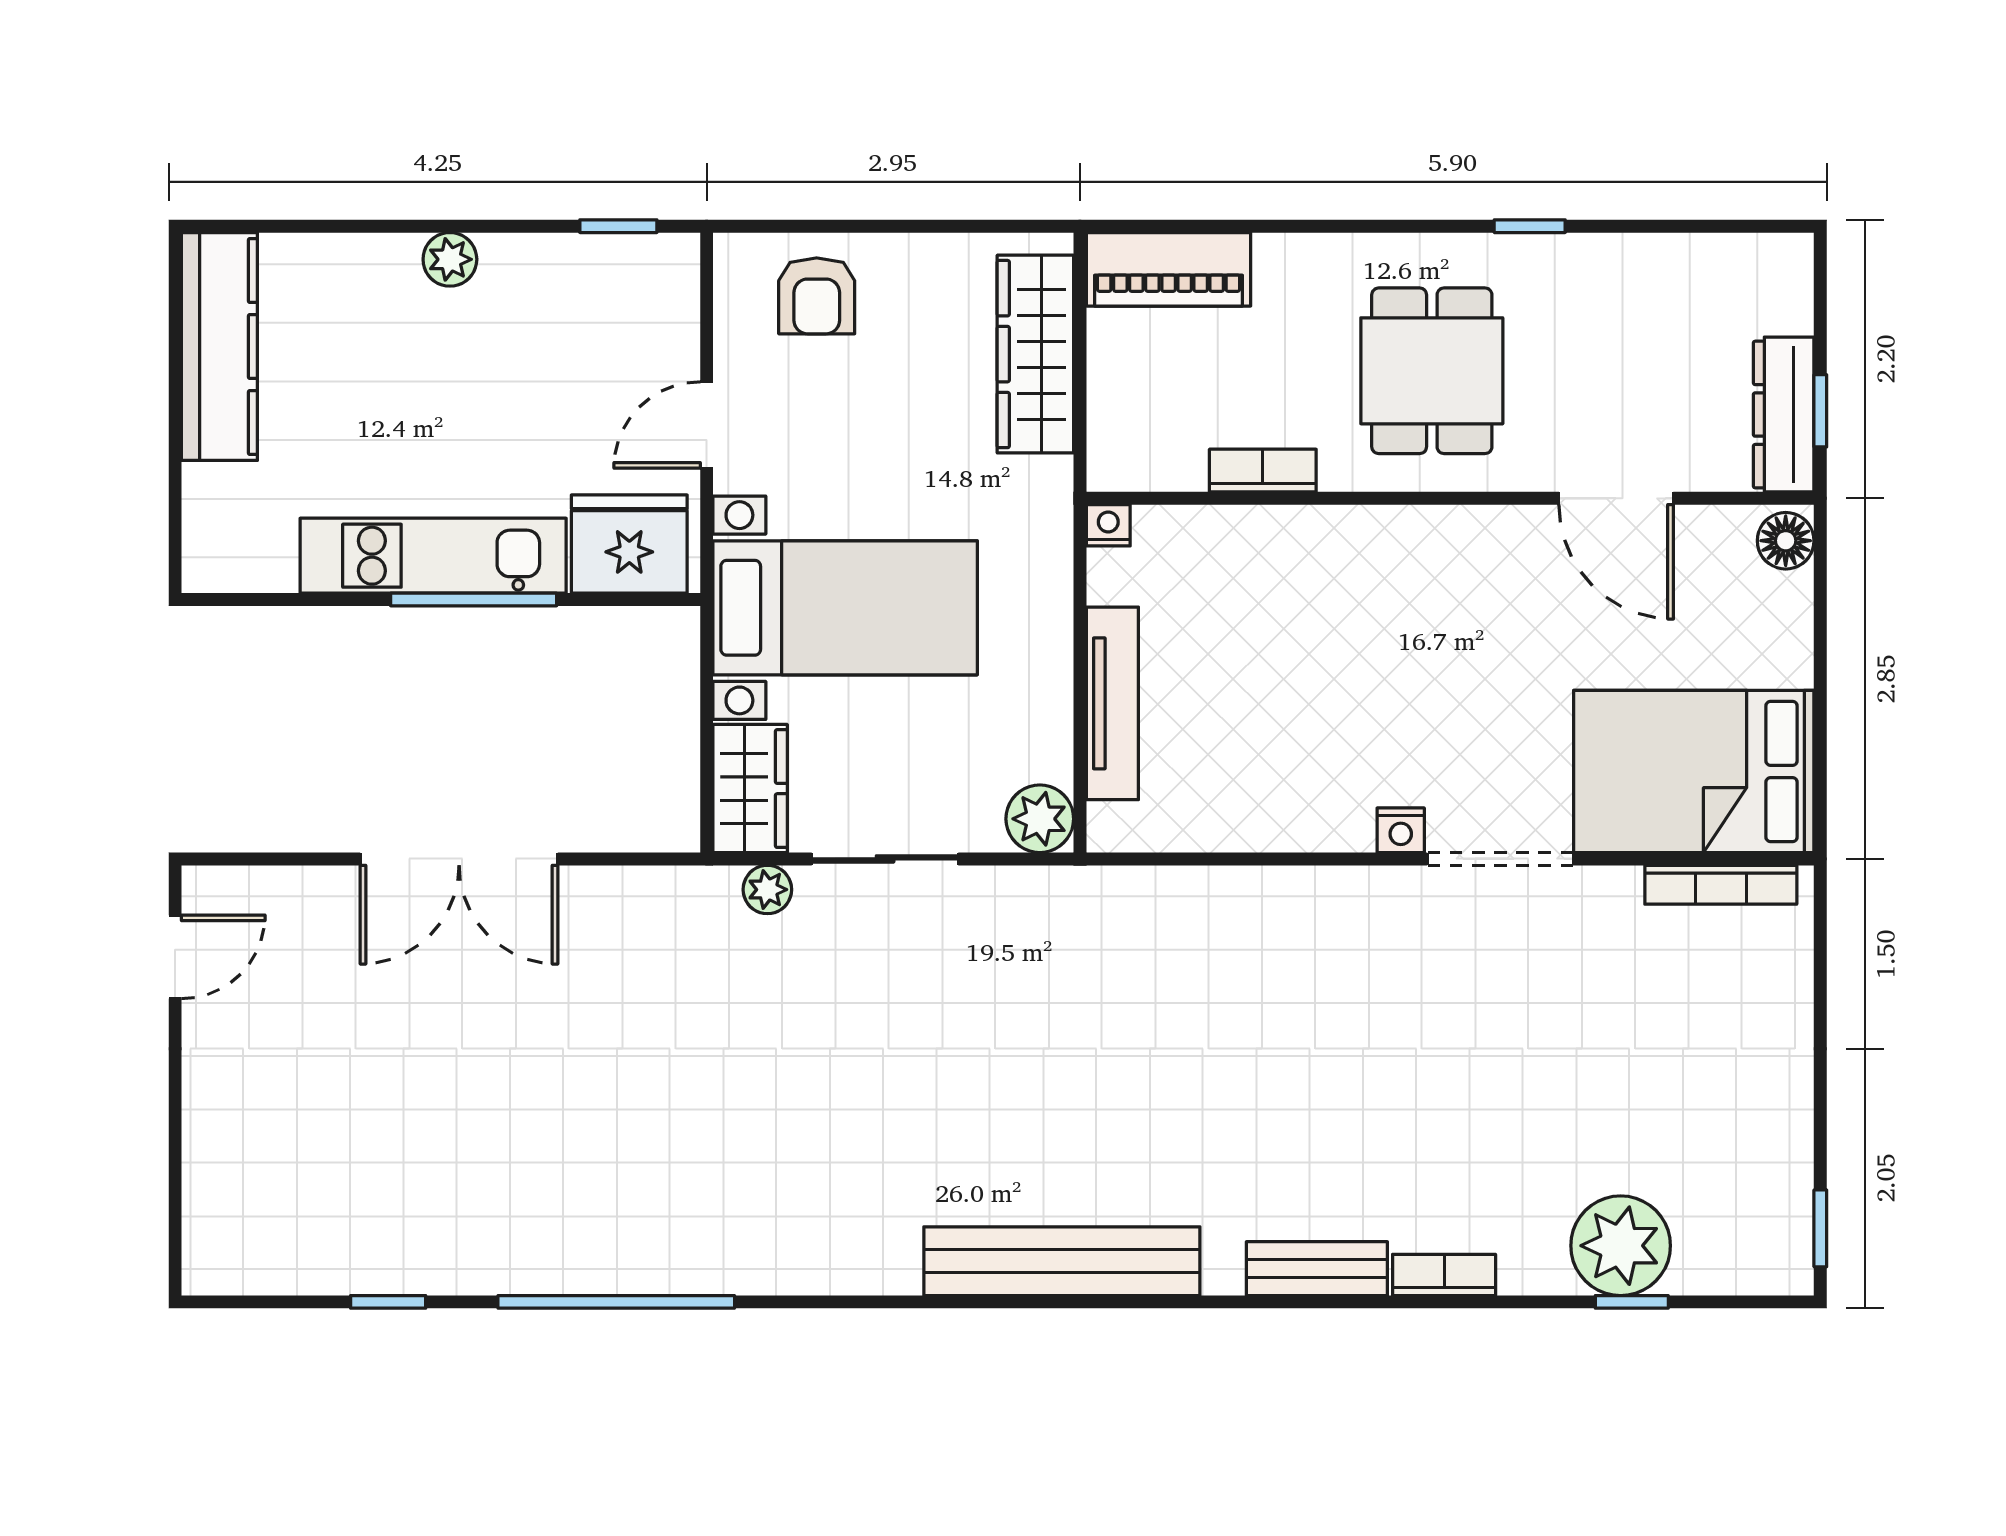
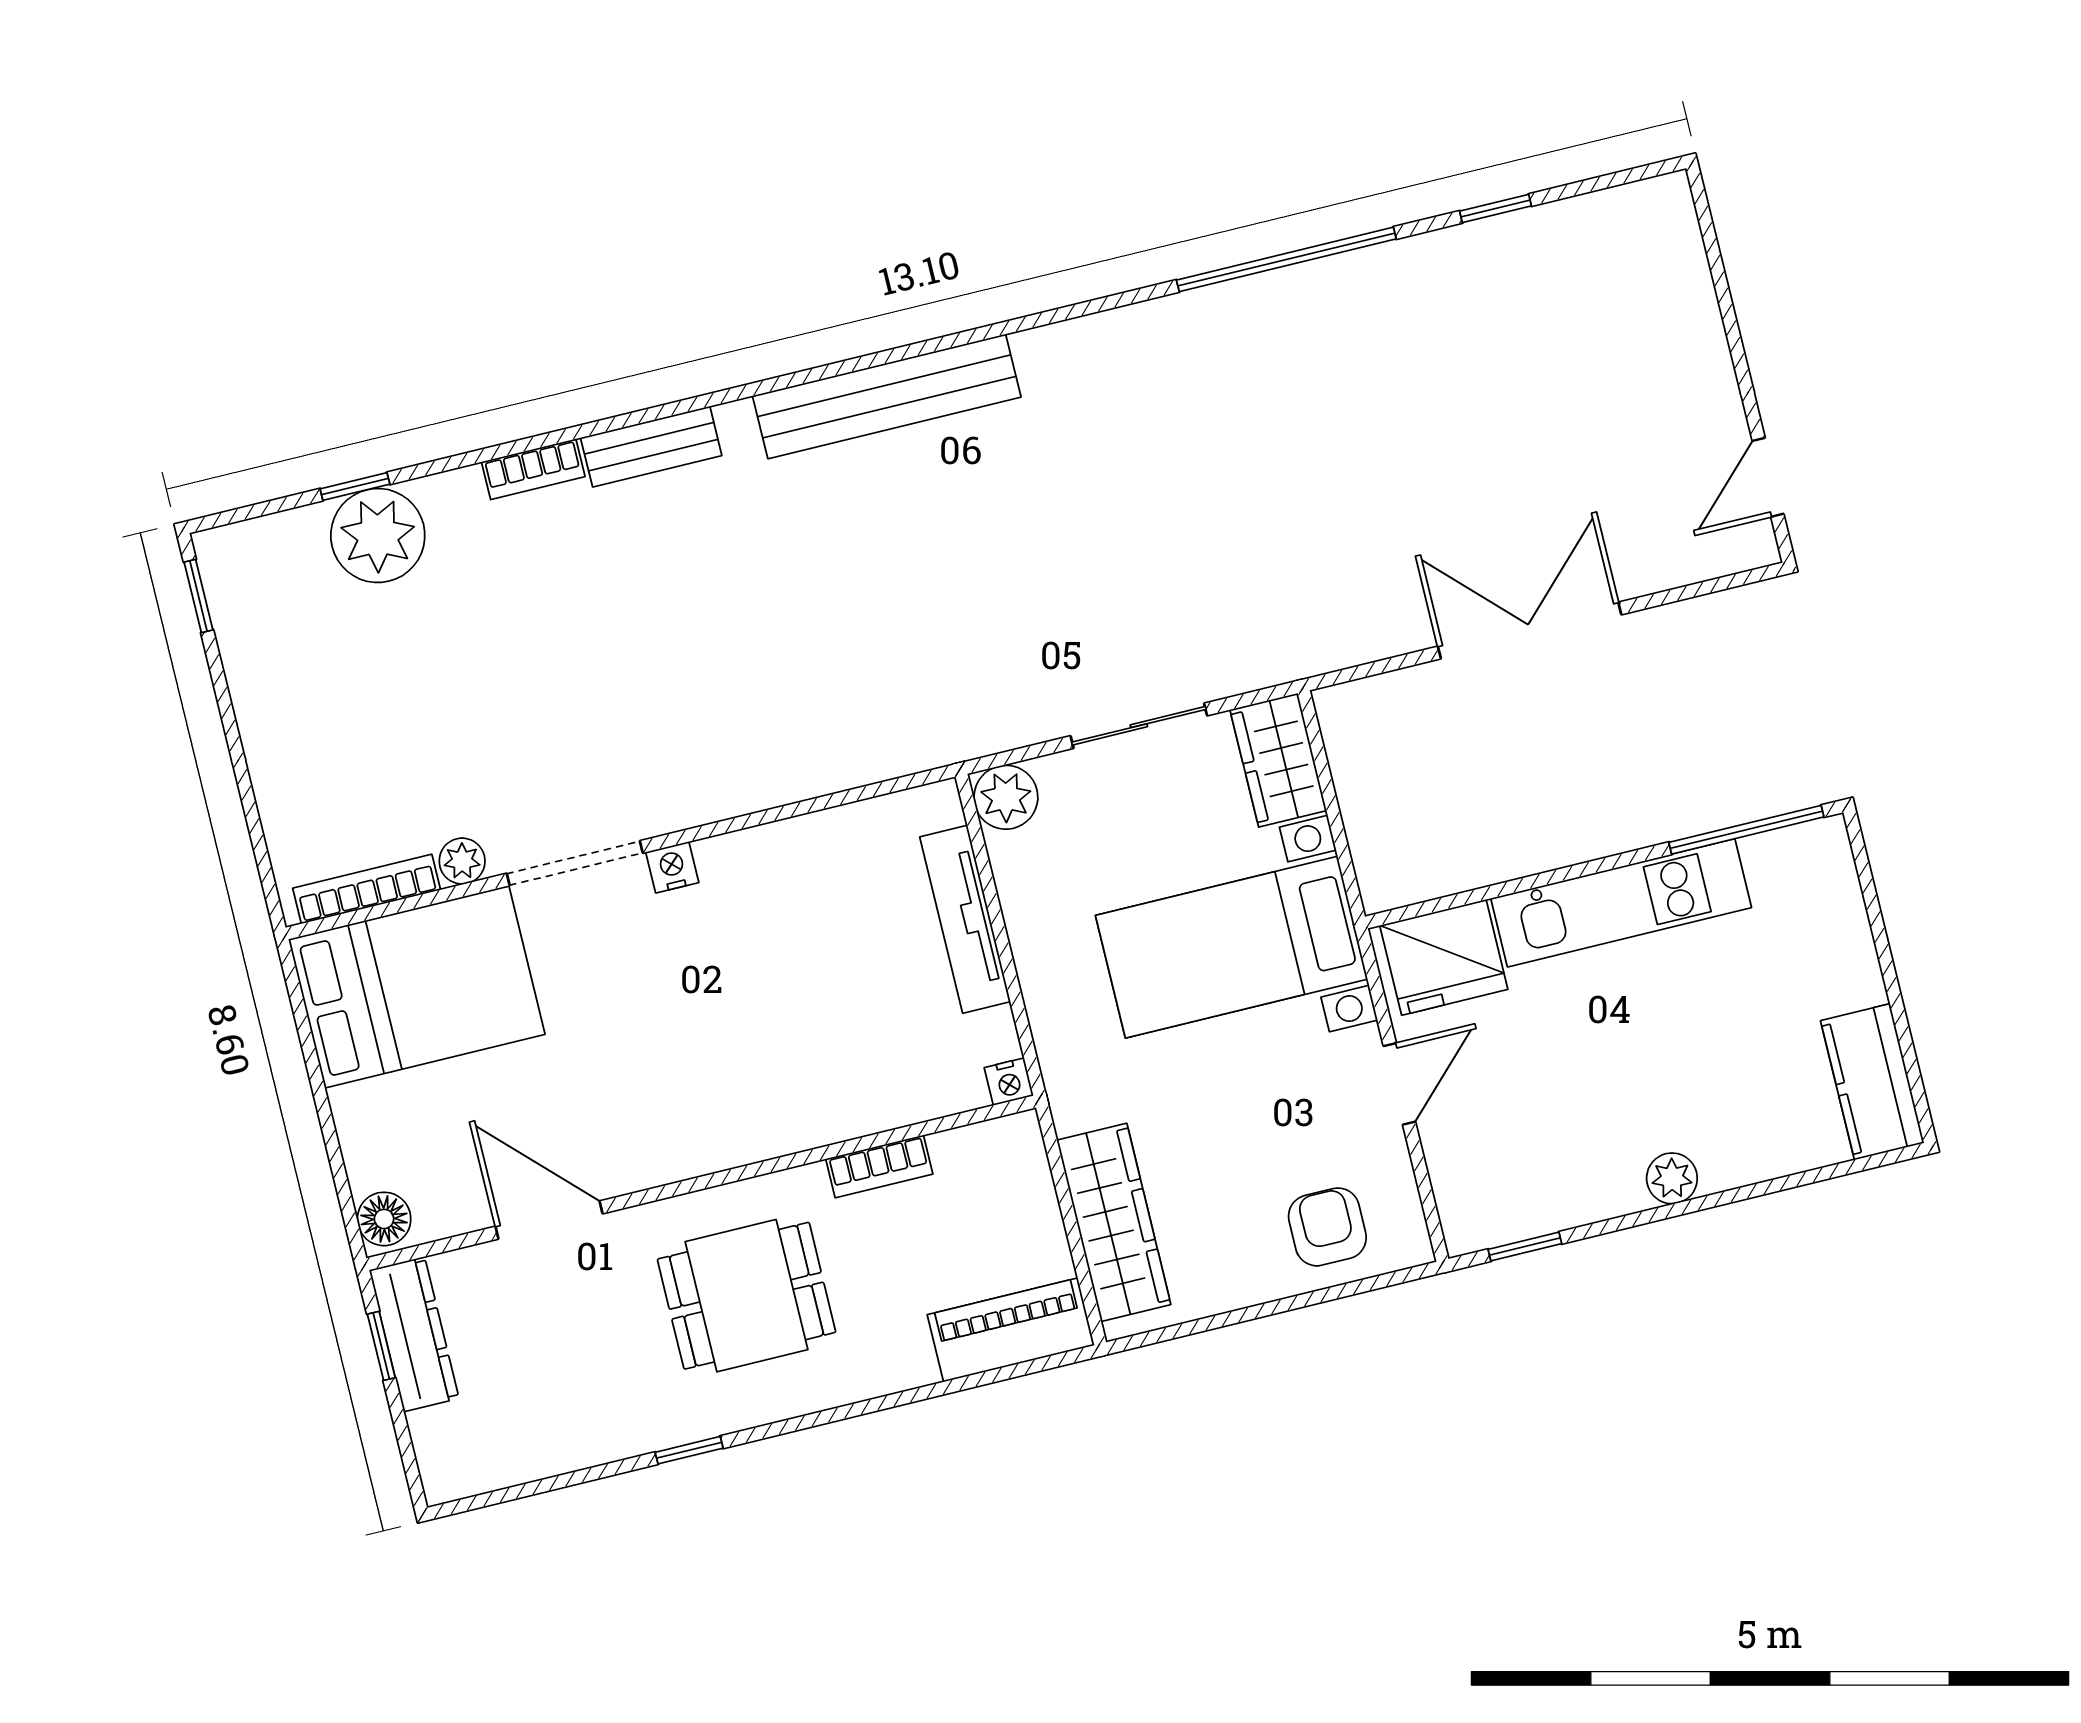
kitchen counter: (219, 347) -> (1872, 1082), width x0.67
dining table: (1432, 371) -> (747, 1296), turned 90
window: (474, 600) -> (1746, 830), moved
plant: (767, 890) -> (462, 861), moved

